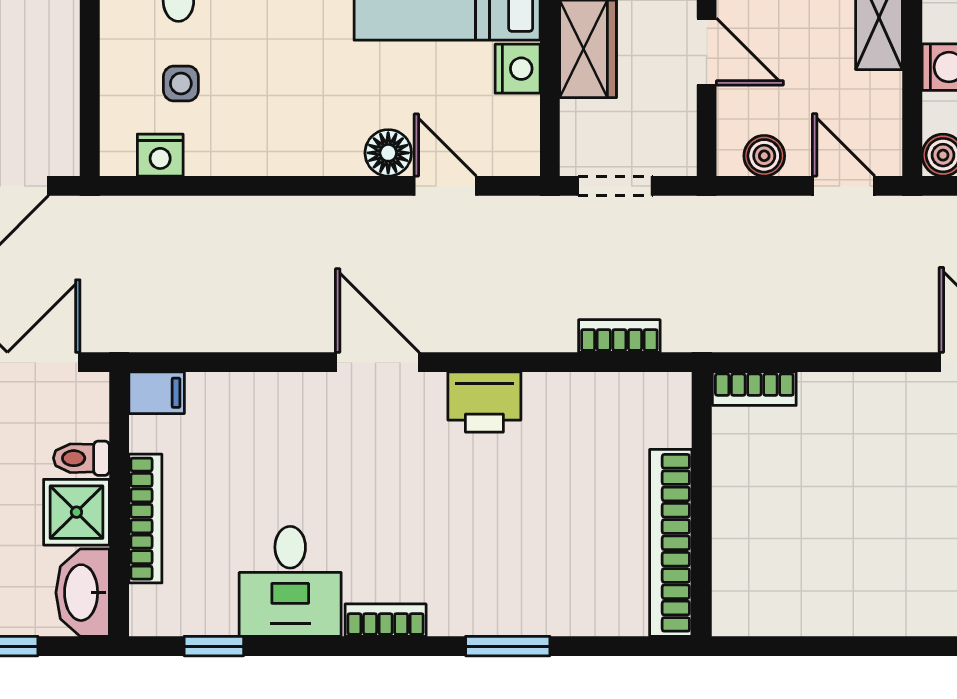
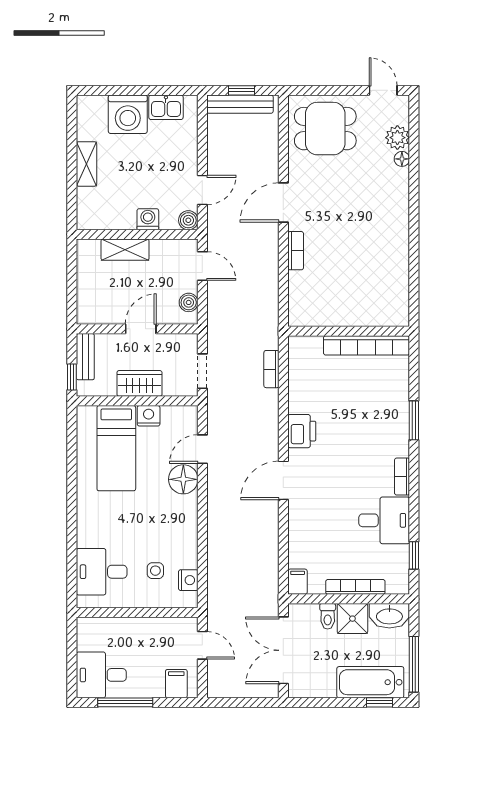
floor lamp: (388, 153) -> (183, 479), width x1.38, depth x1.38
door: (844, 186) -> (202, 266), swing flipped
bookcase: (754, 389) -> (296, 251), moved

